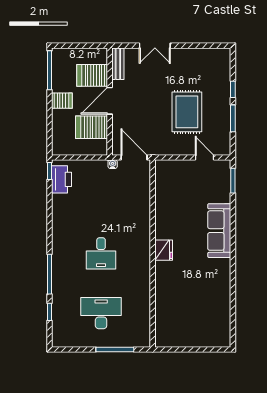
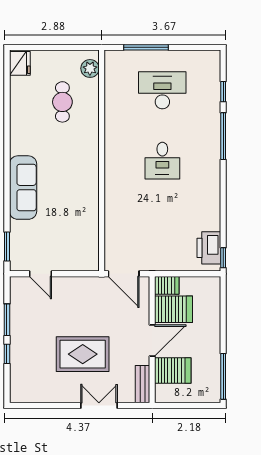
server rack: (62, 101) -> (167, 285), moved, turned 180
rug: (187, 112) -> (83, 354), moved, turned 90
water cooler: (113, 164) -> (149, 266), removed
fridge: (164, 250) -> (20, 63), moved, turned 180
desk: (101, 253) -> (162, 161), turned 180
cafe table: (186, 303) -> (62, 102), added
desk: (101, 313) -> (162, 90), turned 180
plant: (162, 332) -> (90, 68), added

